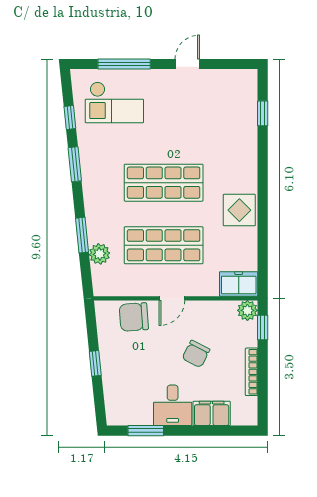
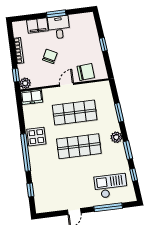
window: (263, 183) -> (26, 152), added
plant: (99, 254) -> (116, 137), moved
window: (146, 431) -> (56, 14), moved

